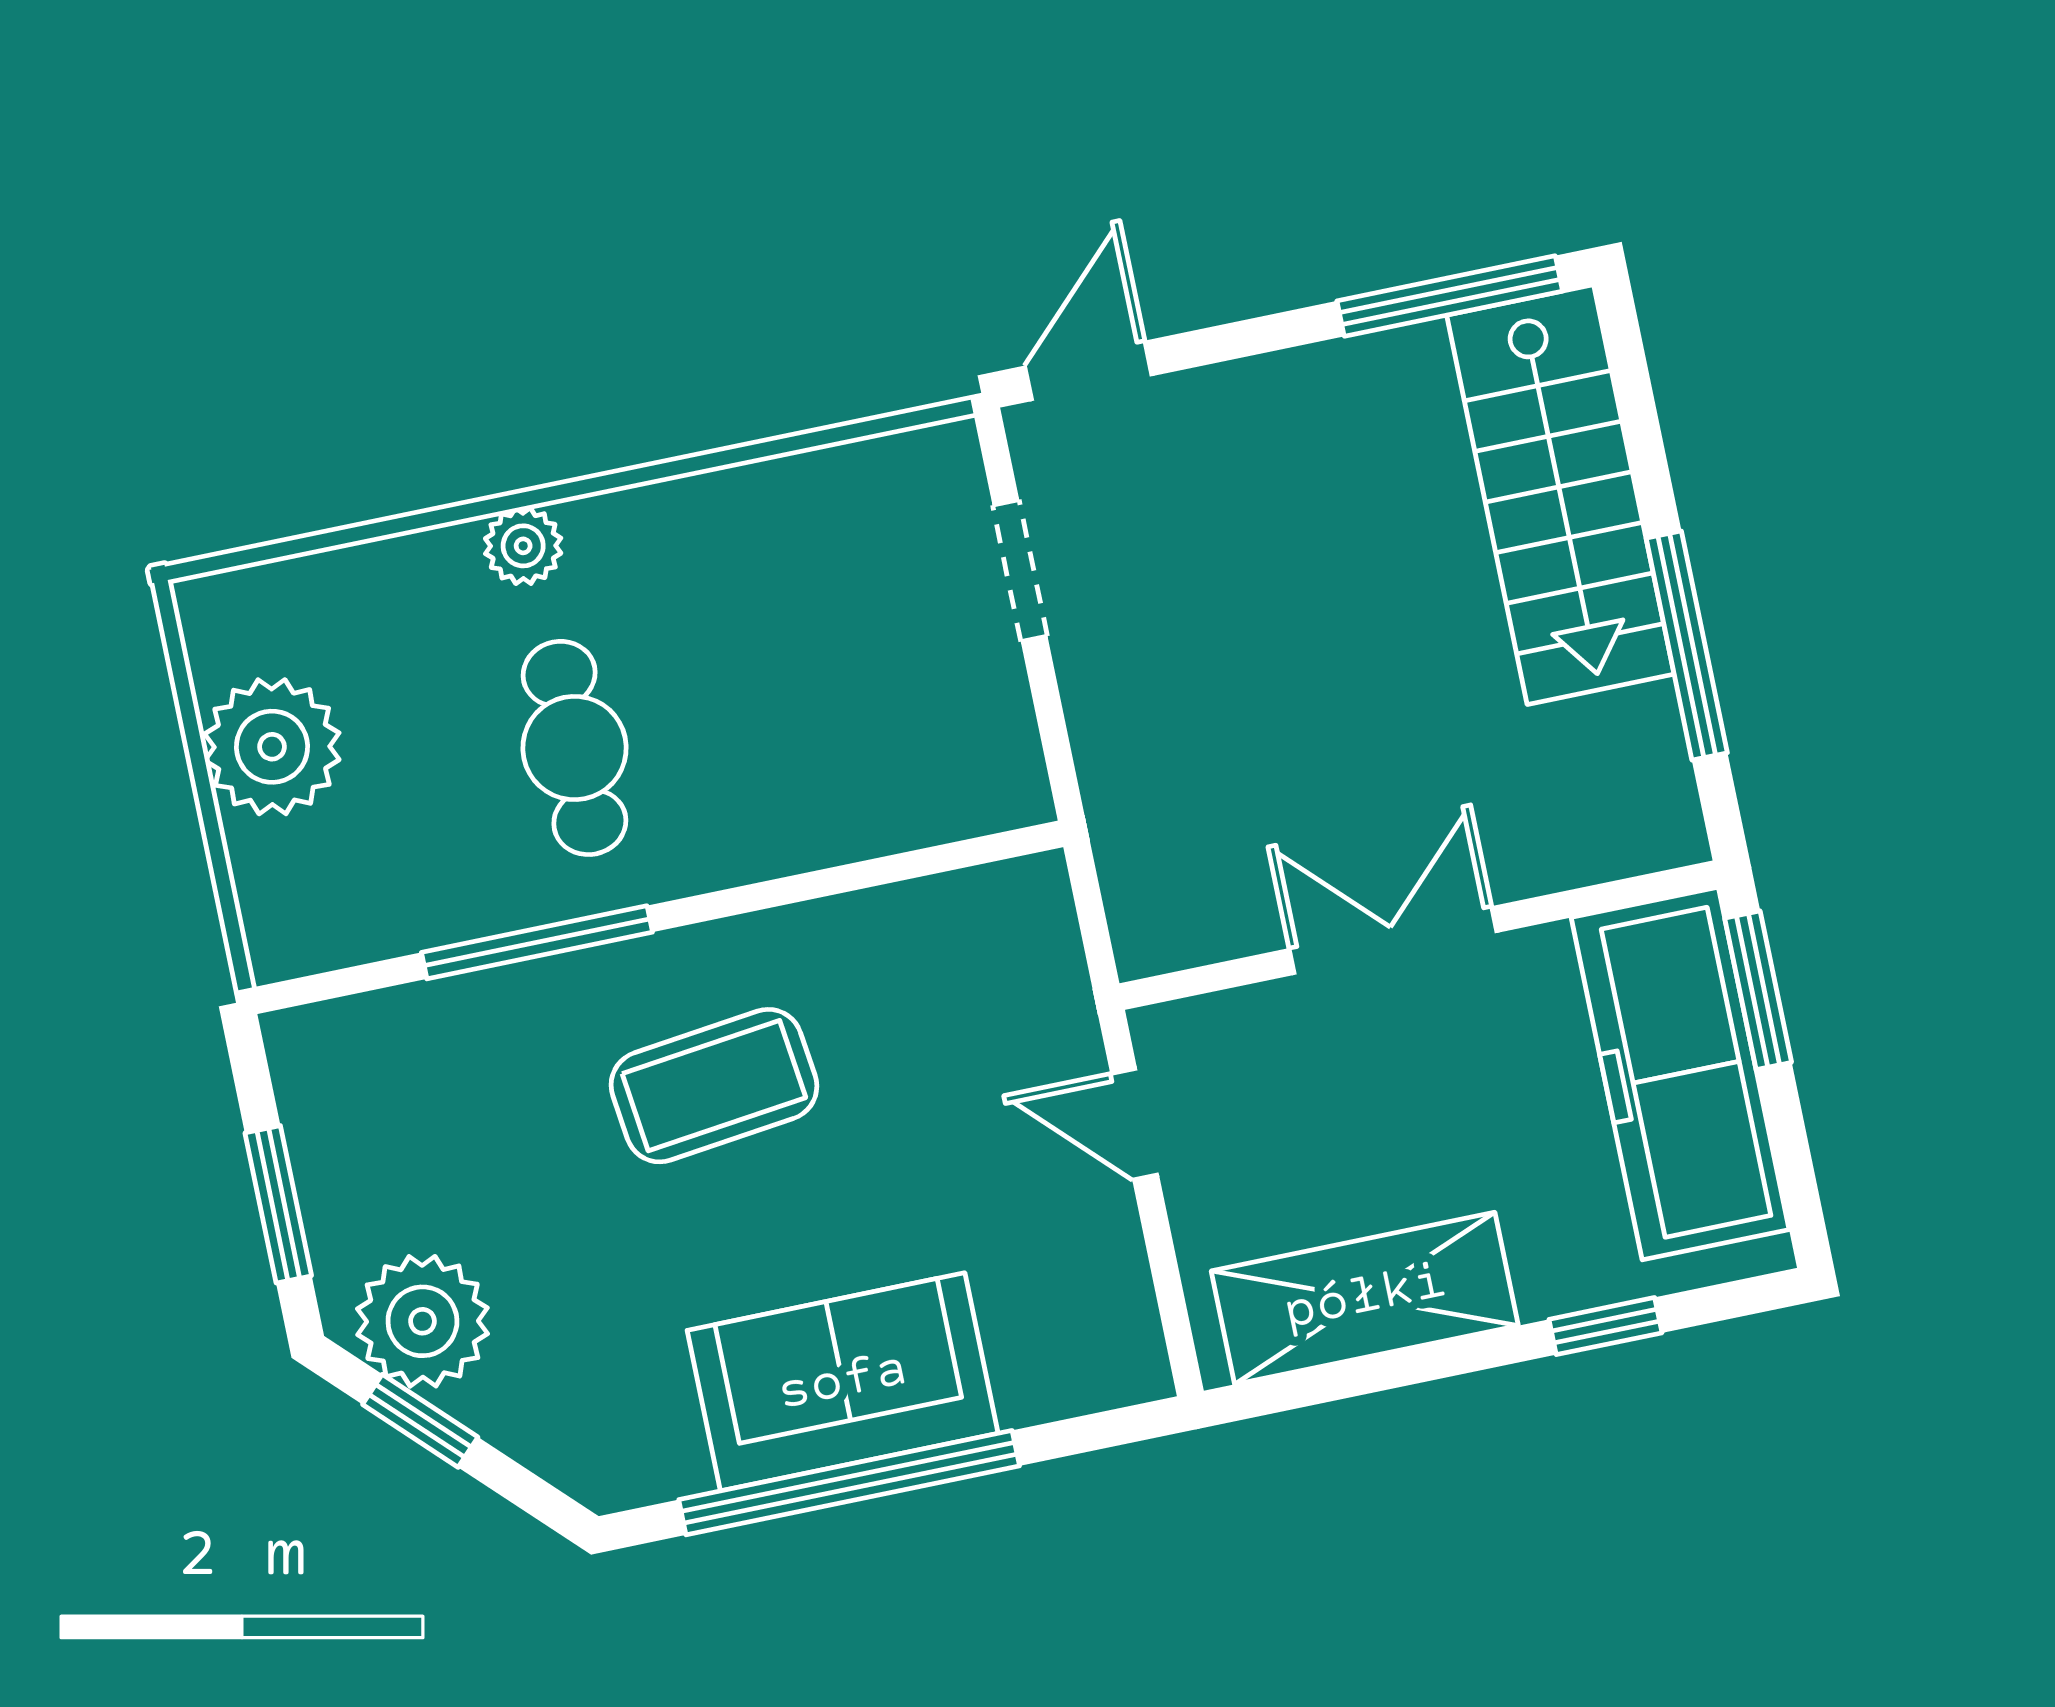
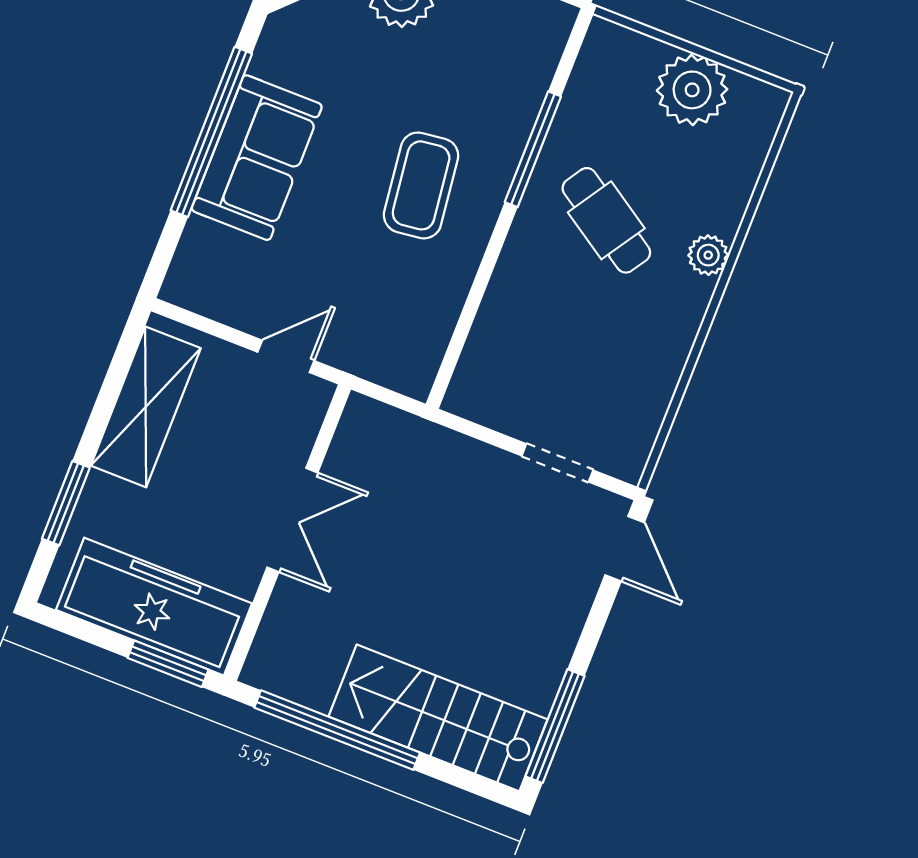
window: (1687, 646) -> (337, 730), width x1.46
cafe table: (574, 748) -> (606, 220), turned 33
window: (1605, 1326) -> (66, 503), width x1.50

